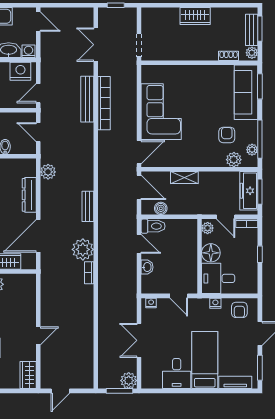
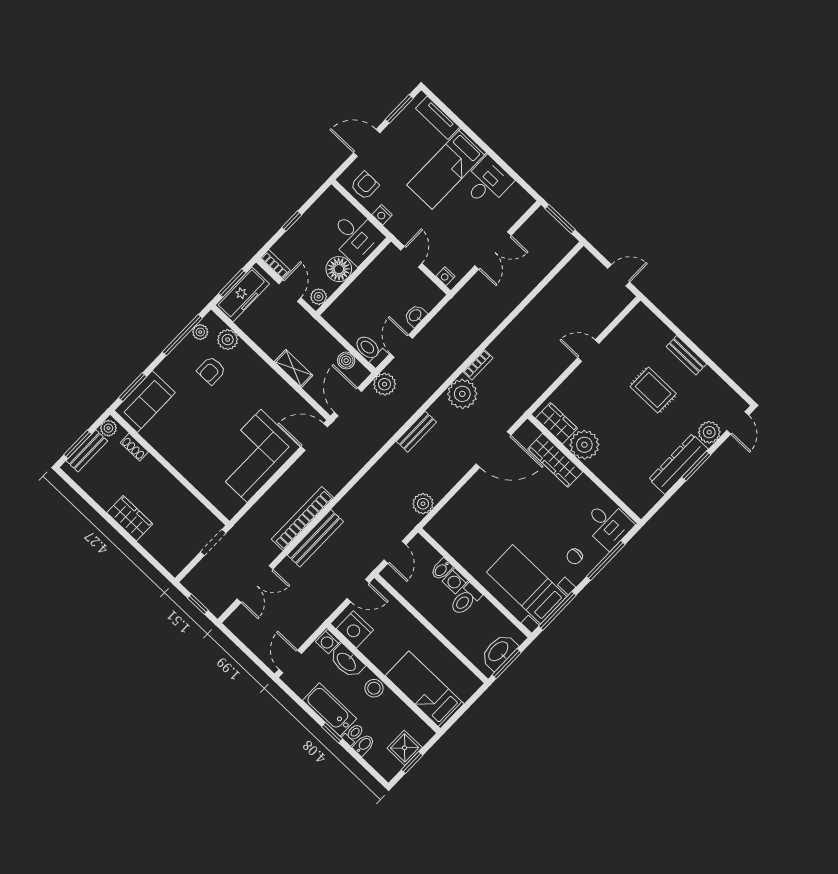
sofa: (246, 92) -> (145, 402), width x0.73
dresser: (29, 195) -> (463, 499), removed
wardrobe: (28, 375) -> (556, 423), moved, turned -90
plant: (129, 381) -> (385, 384), moved

